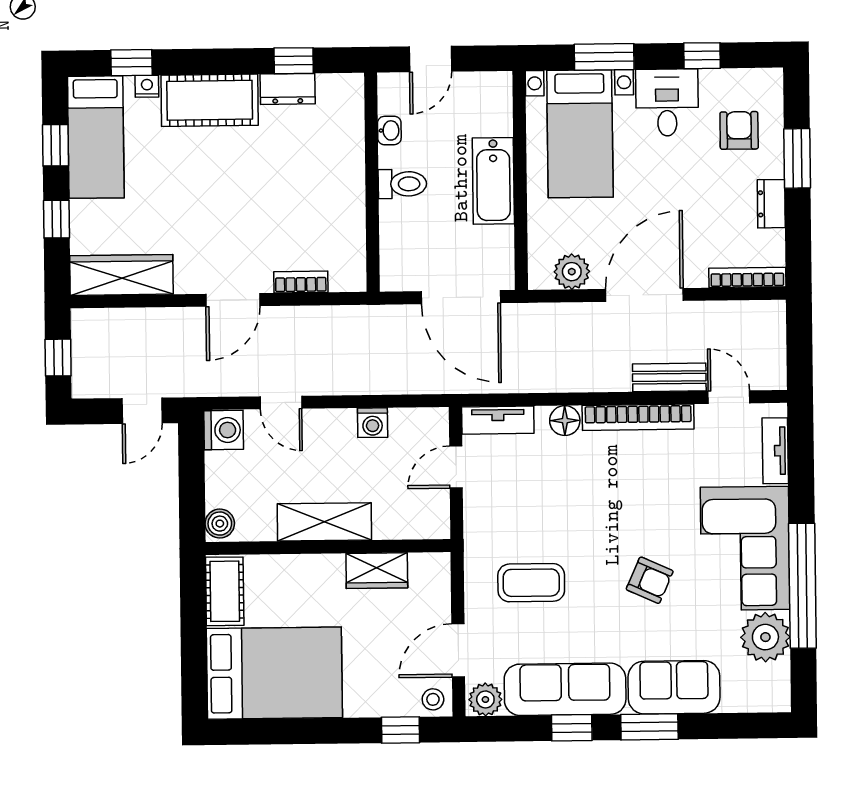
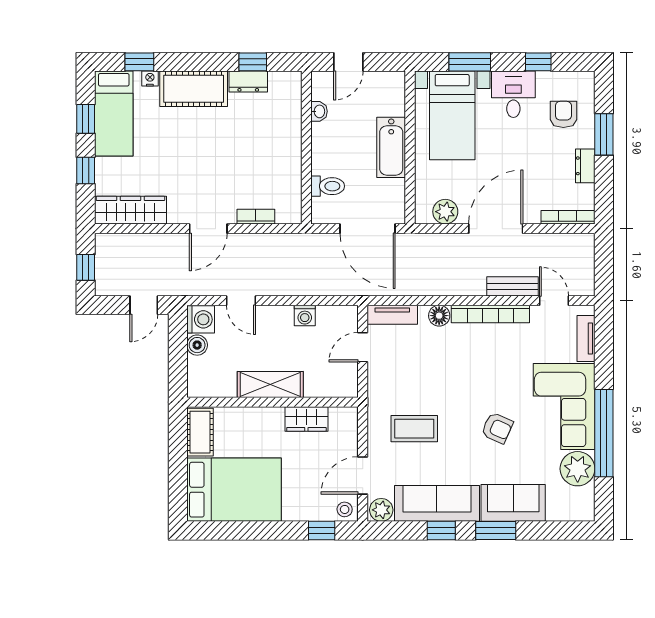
toilet: (402, 184) -> (328, 186), moved
boiler: (220, 524) -> (197, 345), moved

